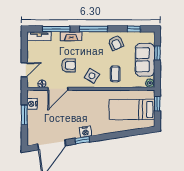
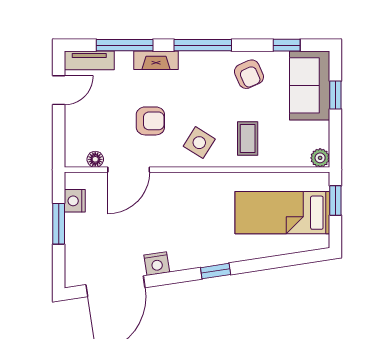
sofa: (145, 60) -> (310, 85), moved
door: (24, 70) -> (59, 90), moved
nightstand: (85, 132) -> (157, 264), moved
window: (82, 140) -> (216, 271), moved

